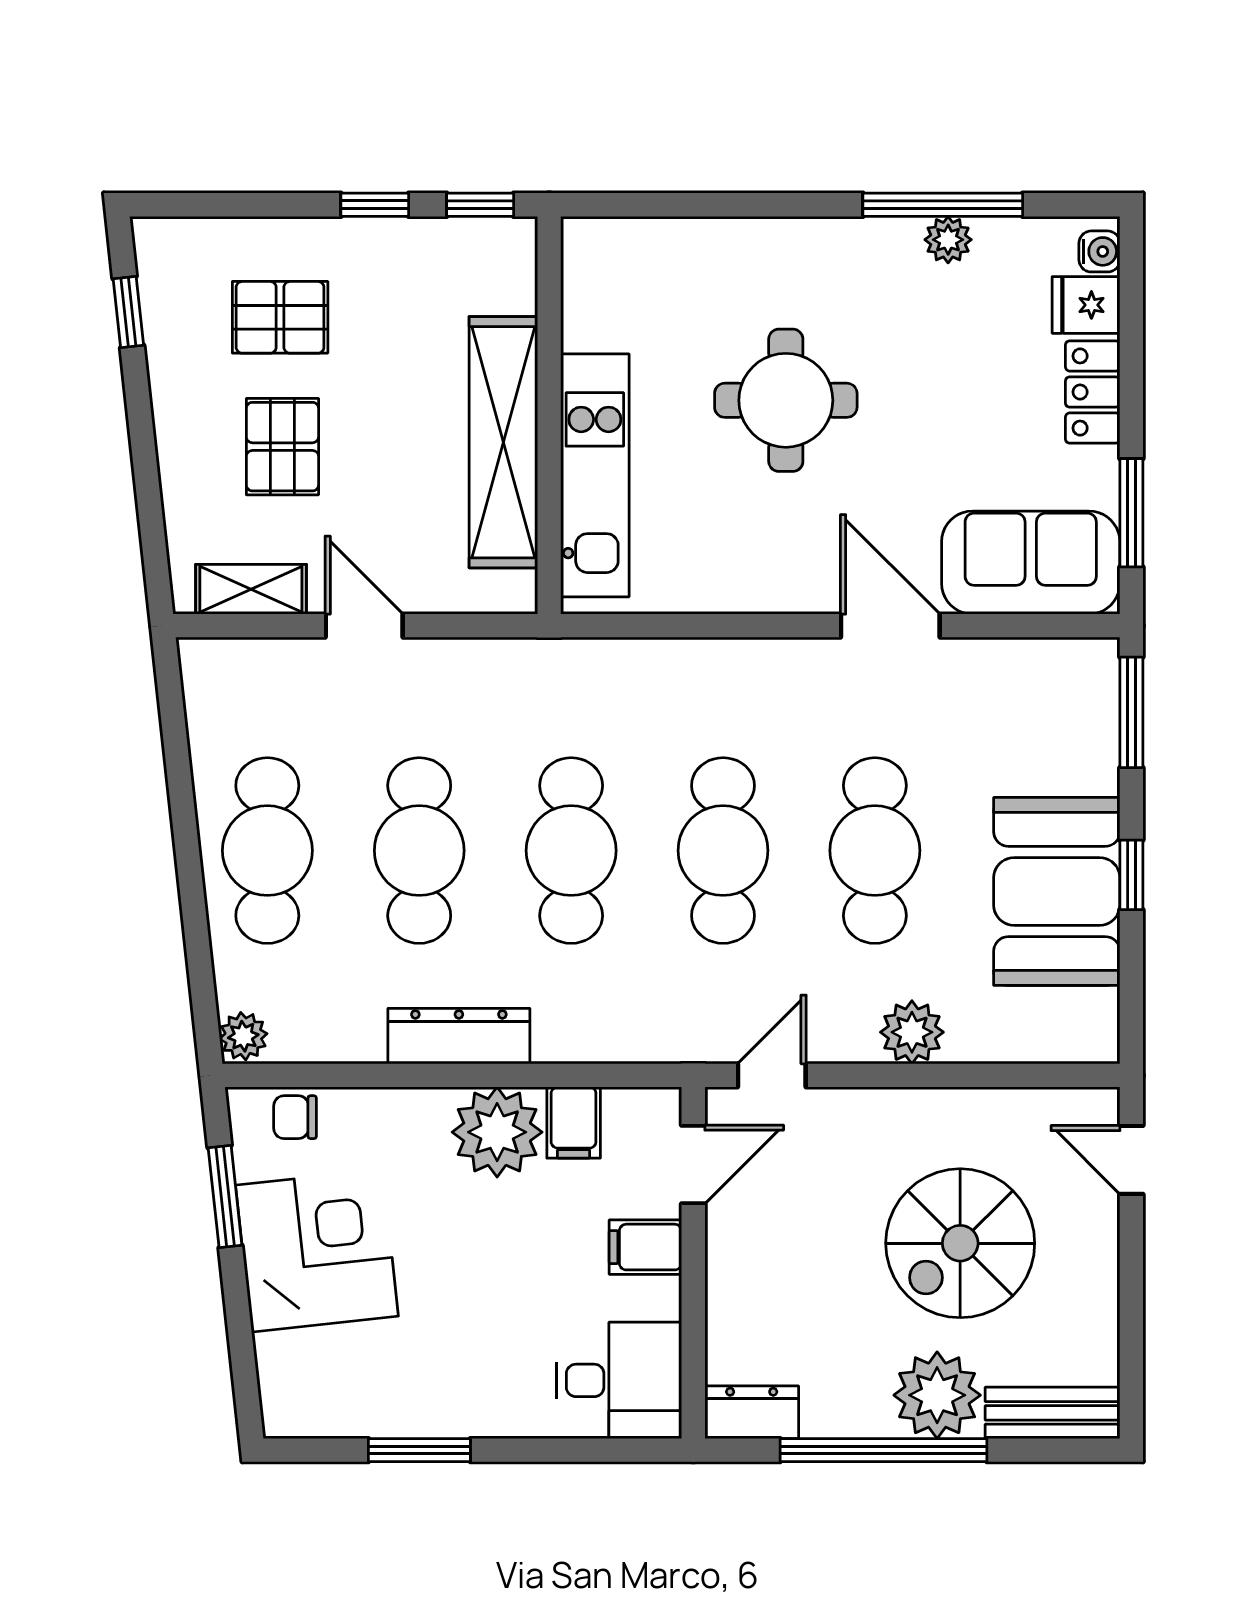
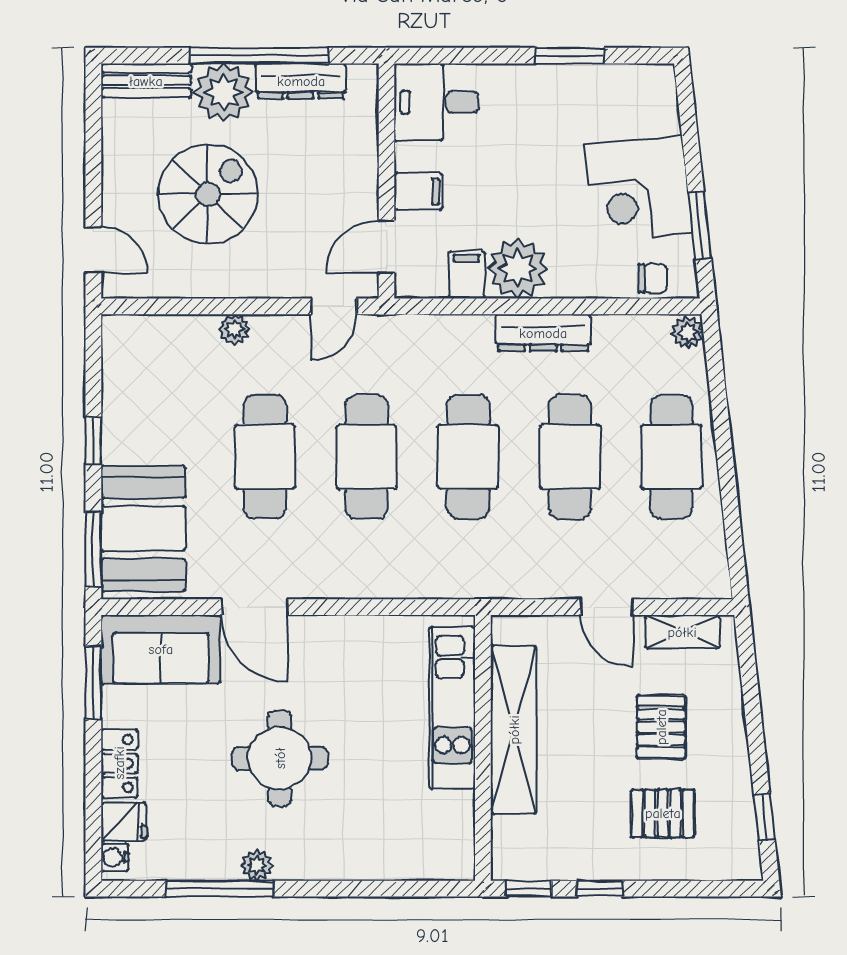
plant: (948, 240) -> (257, 865), moved
round table: (786, 400) -> (280, 758), moved
booth: (1057, 891) -> (143, 528), moved
plant: (912, 1032) -> (234, 329), width x0.73, depth x0.73
dresser: (752, 1412) -> (301, 81), moved, width x1.44

